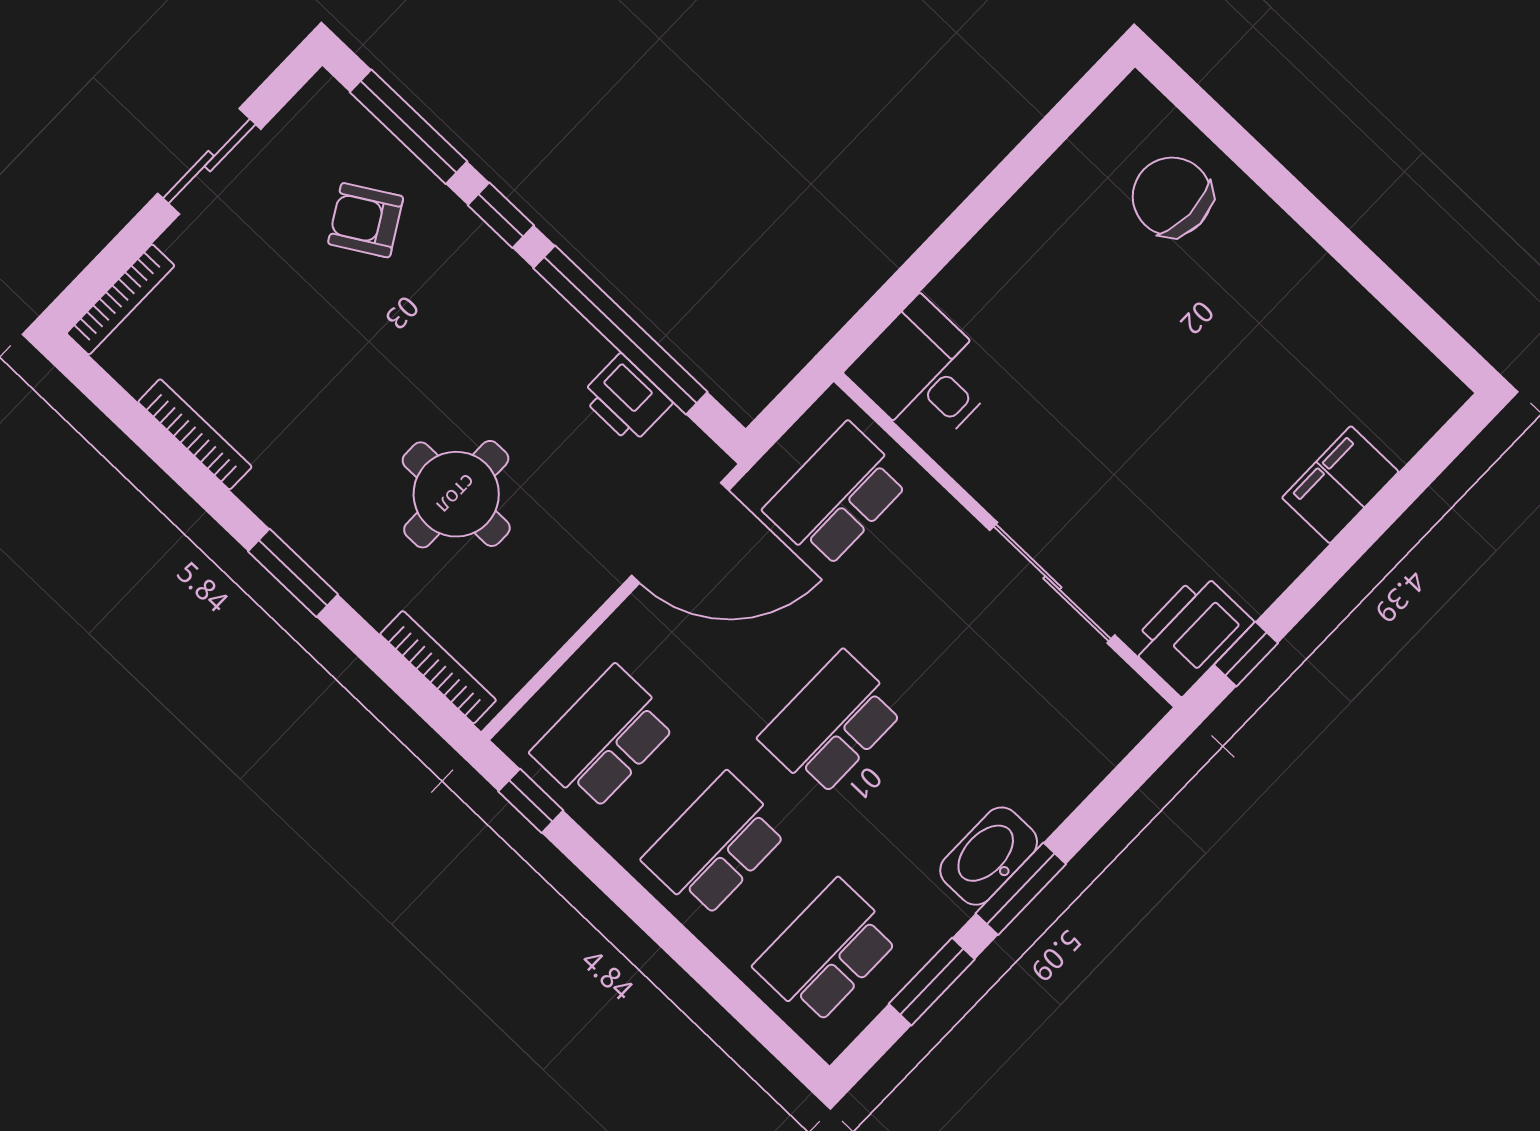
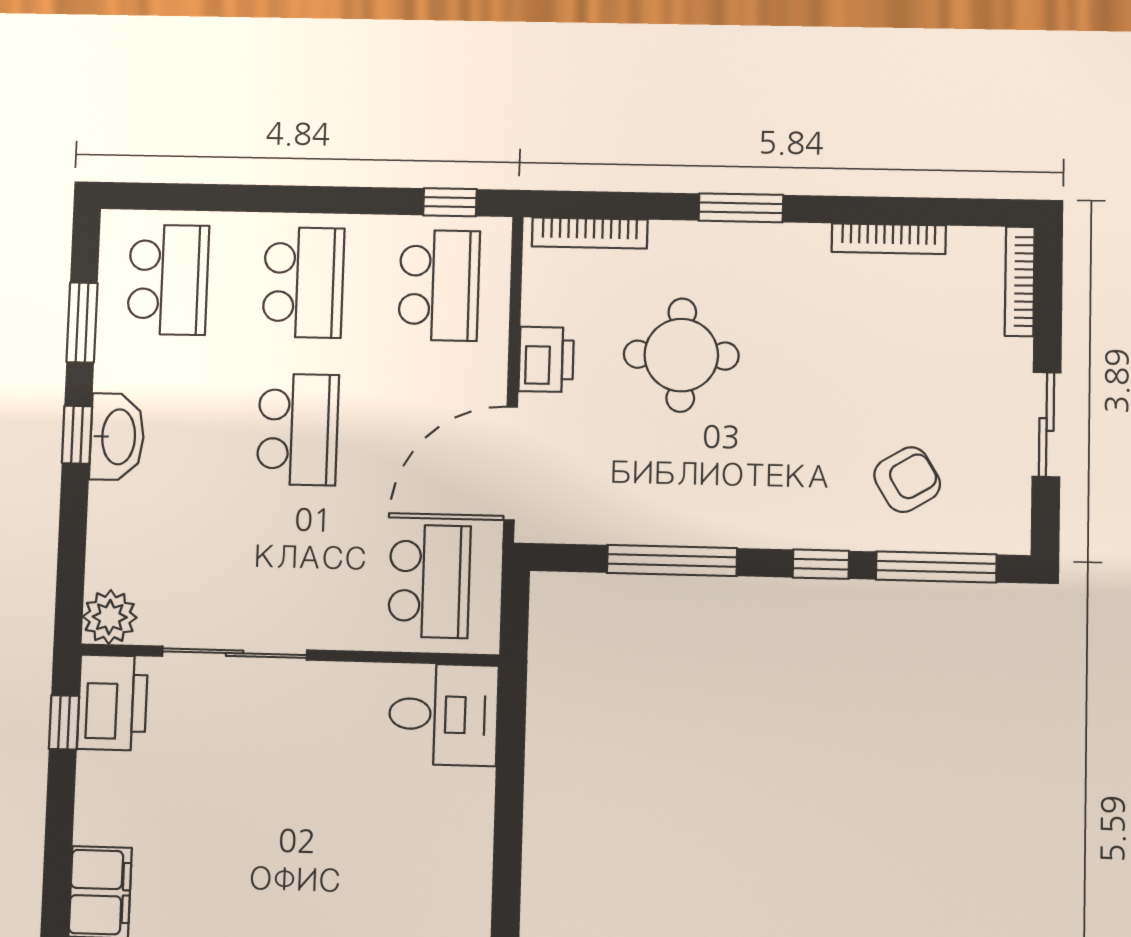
window: (620, 330) -> (672, 560), width x0.68
printer: (626, 399) -> (546, 359), moved, turned 90
plant: (1130, 708) -> (110, 617), added
window: (1021, 889) -> (77, 435), width x0.67

